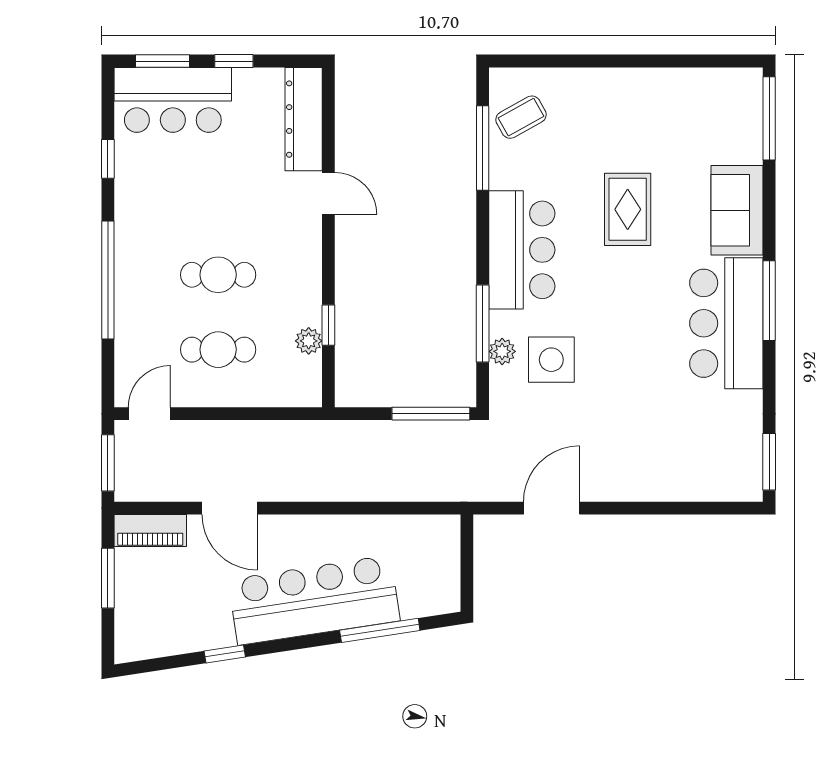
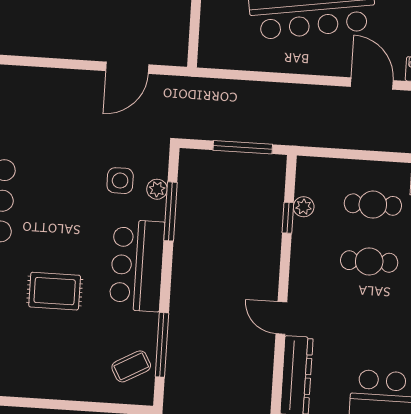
rug: (628, 209) -> (55, 291), turned 90
side table: (551, 360) -> (120, 181), width x0.73, depth x0.73
window: (431, 414) -> (243, 147), moved

